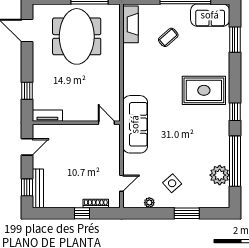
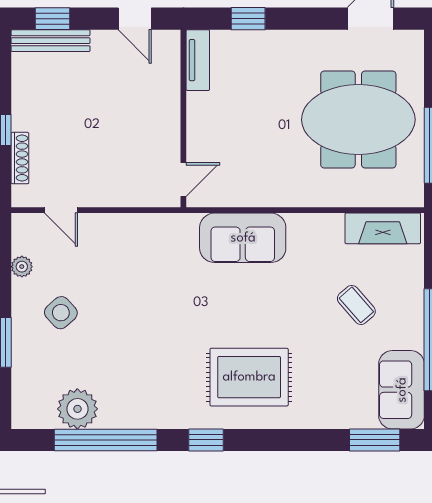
window: (235, 40) -> (375, 440), moved
rug: (204, 90) -> (249, 377), turned 90
sofa: (135, 124) -> (243, 238), moved, width x0.73

